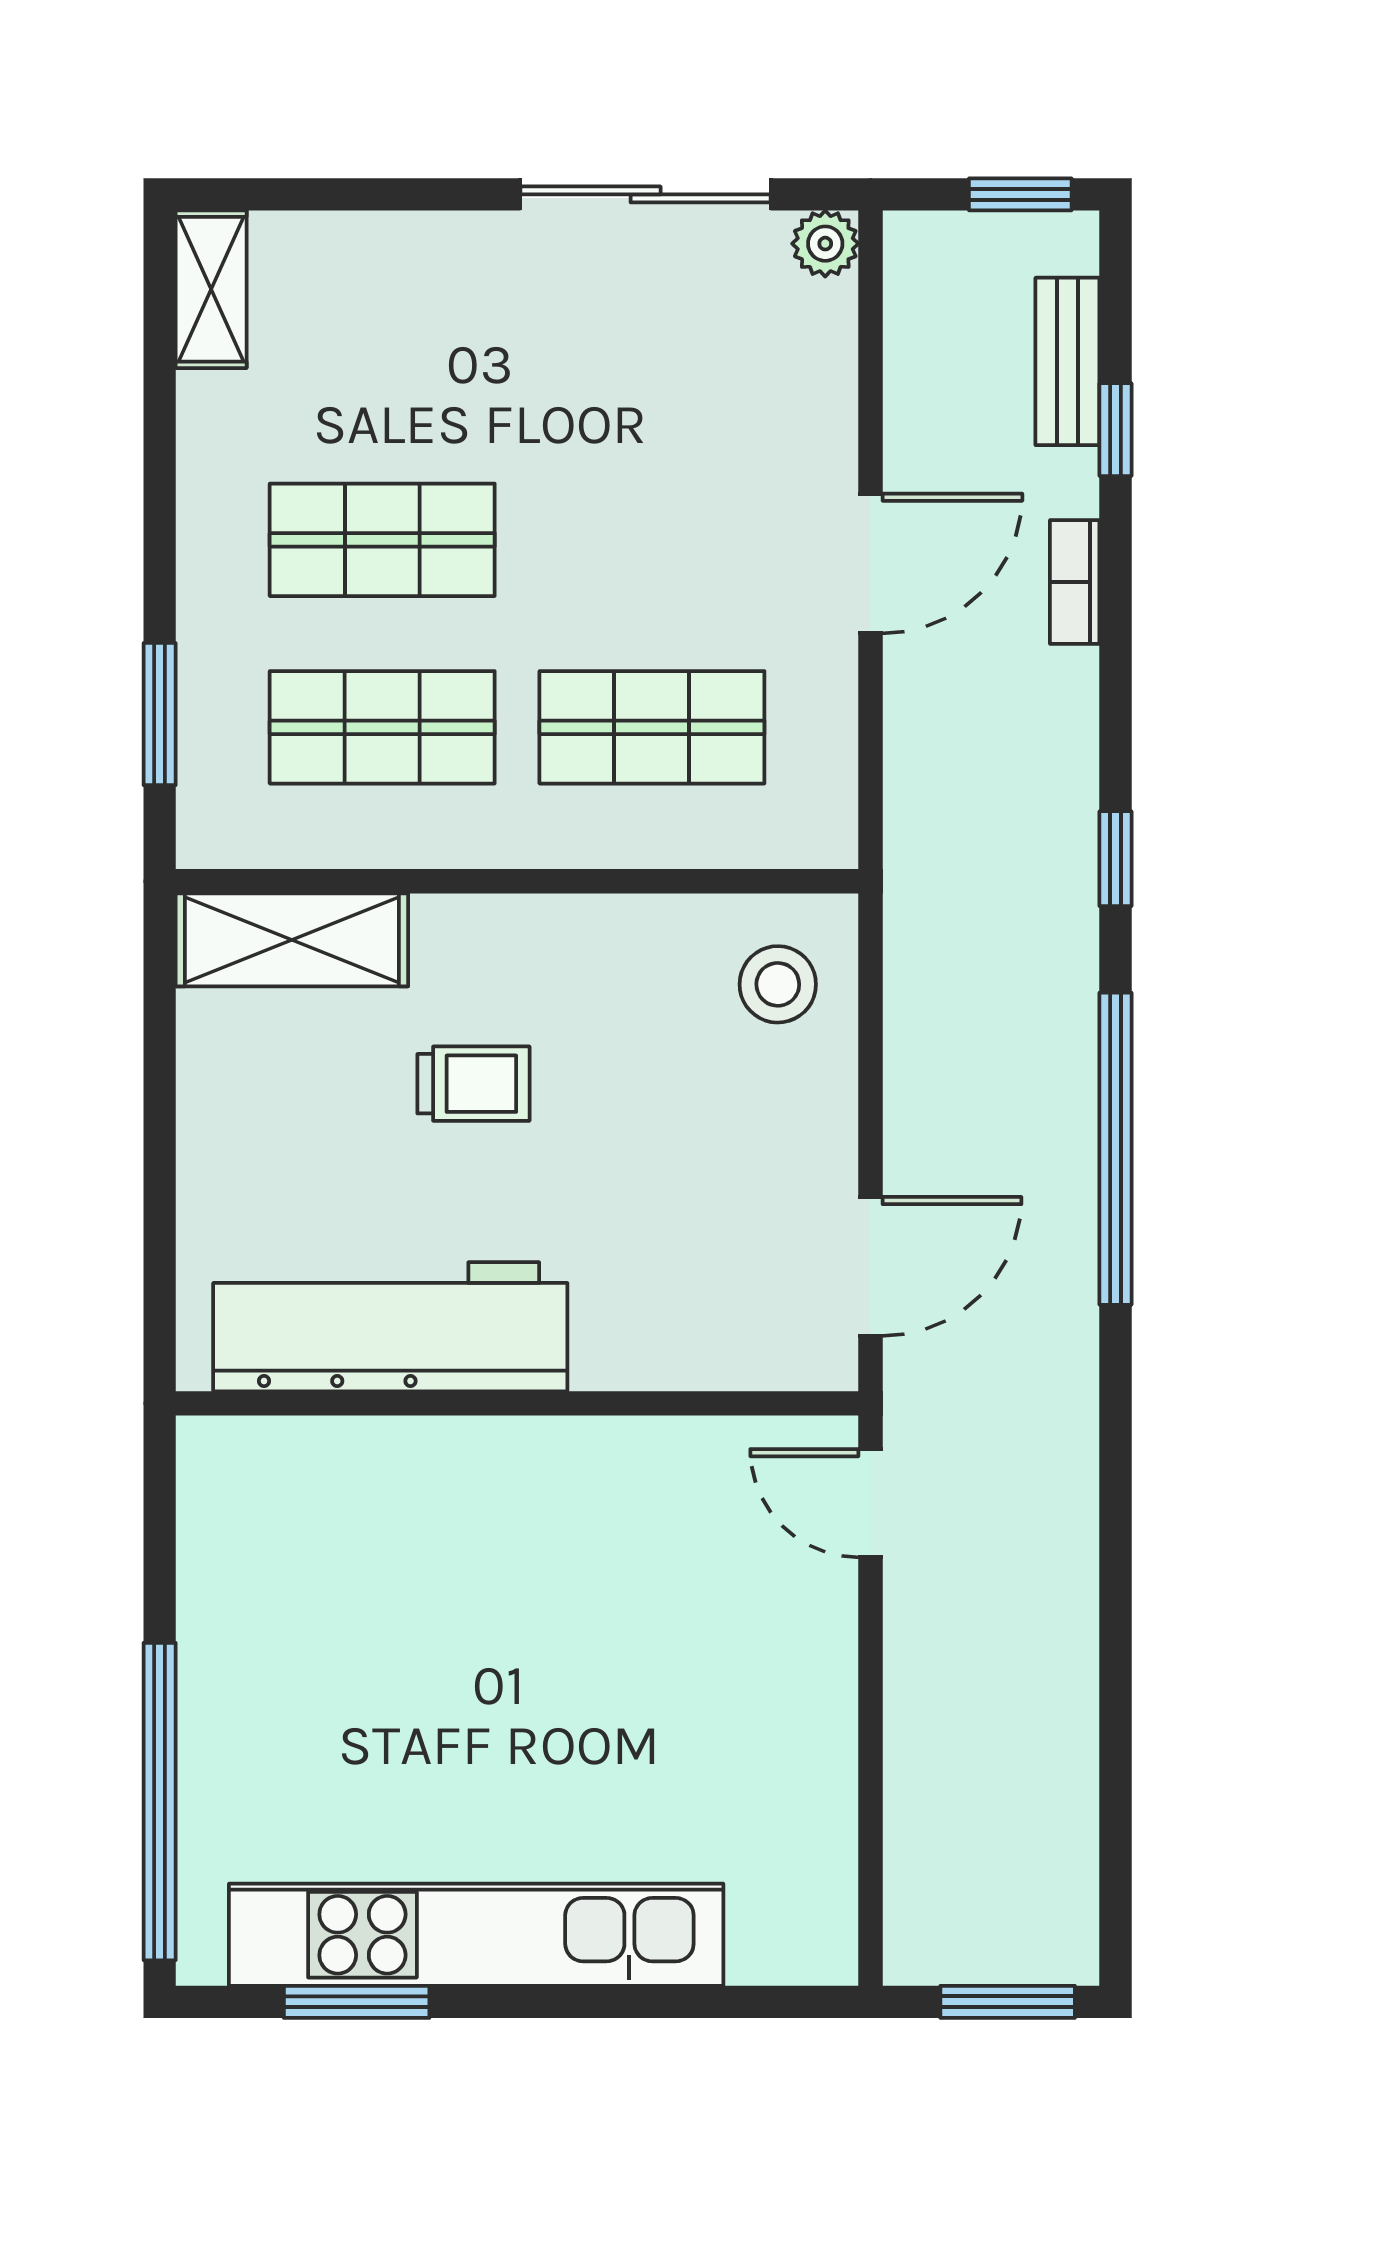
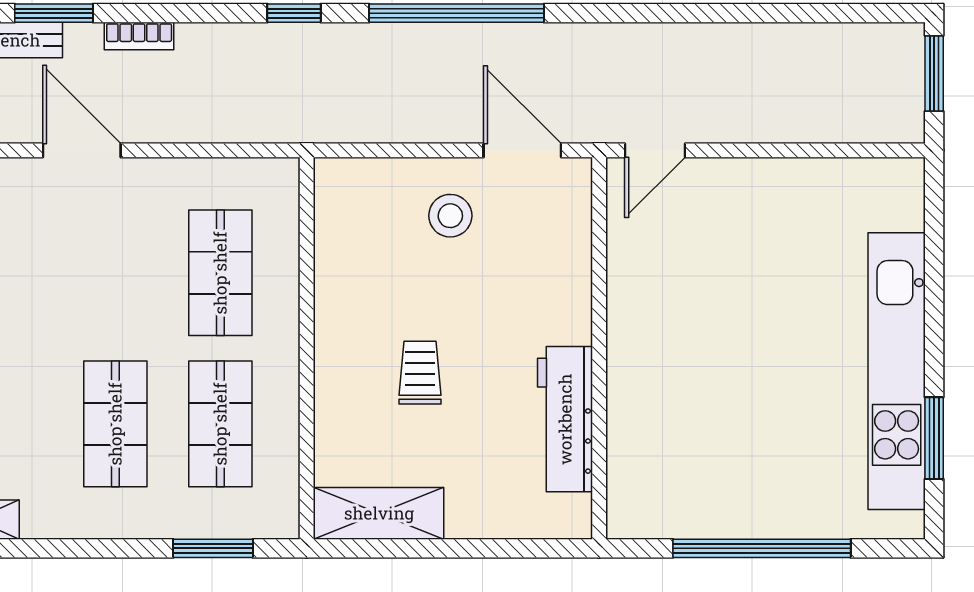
window: (1116, 430) -> (54, 13), width x1.50
door: (871, 563) -> (82, 150), moved
shelving: (292, 940) -> (379, 513), moved, turned 90
stool: (778, 984) -> (450, 216), moved
workbench: (390, 1327) -> (565, 419), width x0.73, depth x0.76
window: (160, 1802) -> (762, 548), moved

